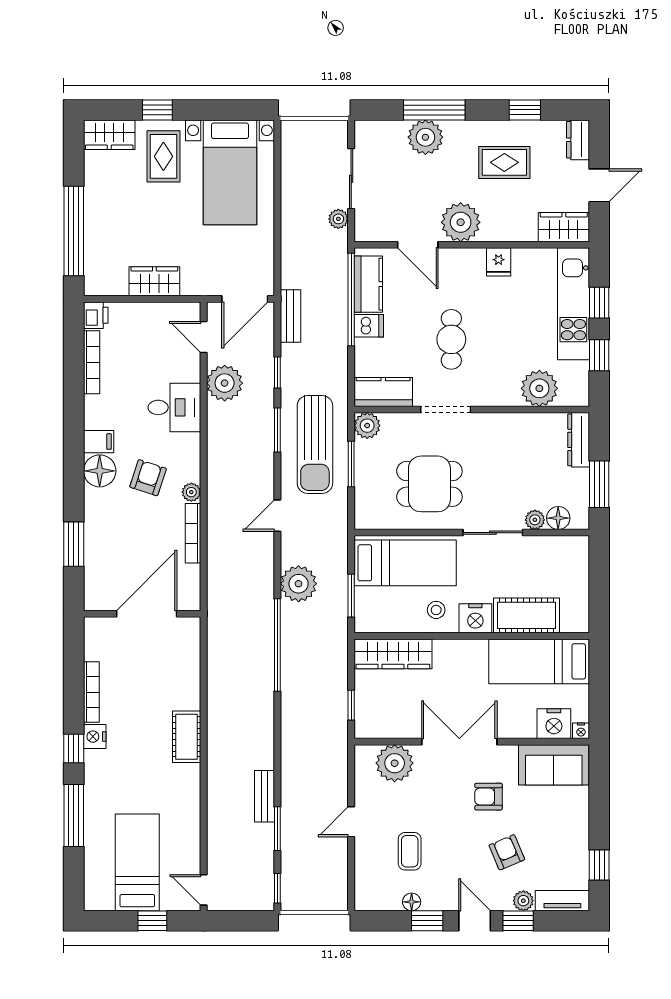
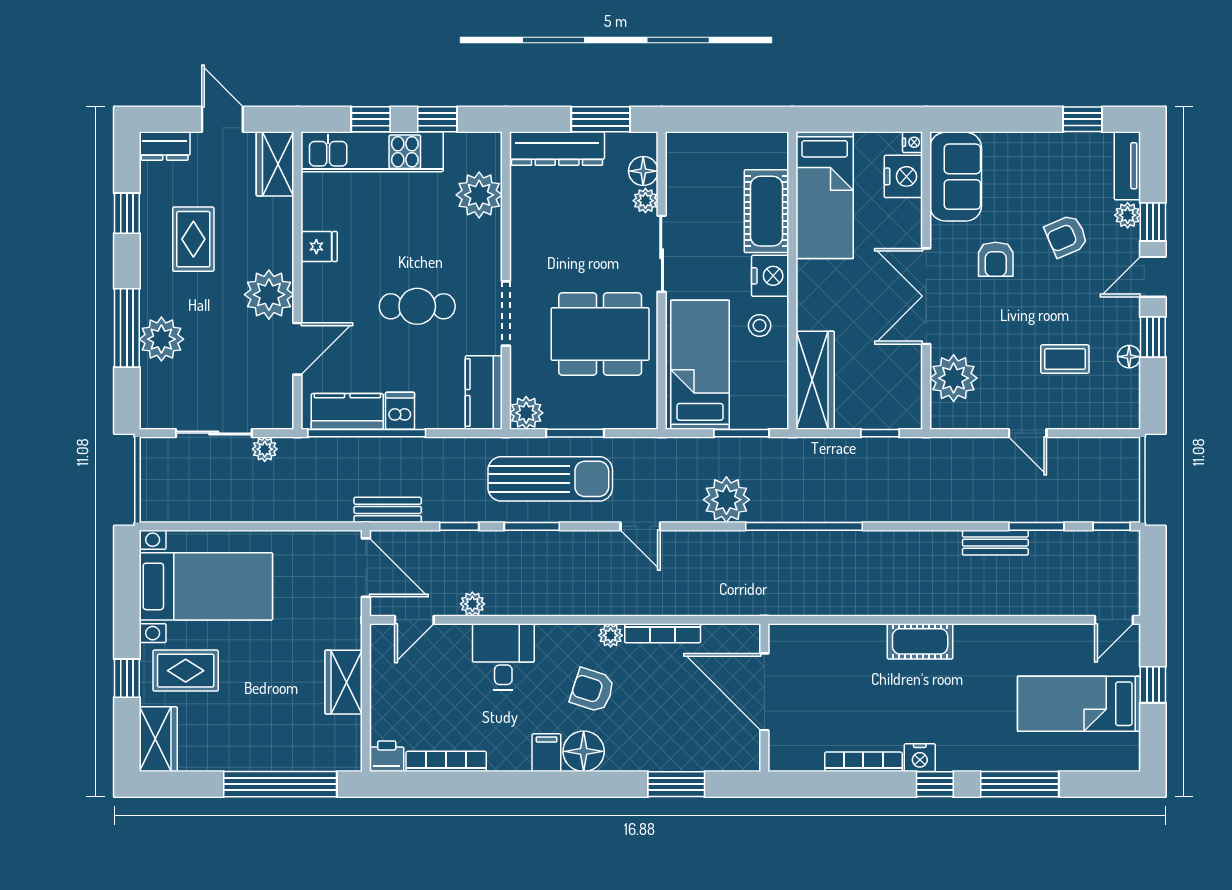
plant: (225, 383) -> (472, 604), width x0.53, depth x0.53
dresser: (579, 440) -> (557, 149), width x1.37, depth x1.24
dining table: (429, 484) -> (600, 334), width x1.38

